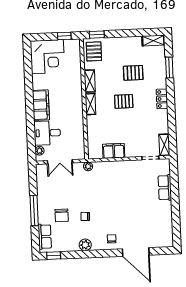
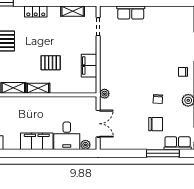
pallet: (124, 101) -> (51, 63), moved, turned 90
shelving: (164, 145) -> (73, 11), moved
window: (34, 210) -> (163, 153), moved

